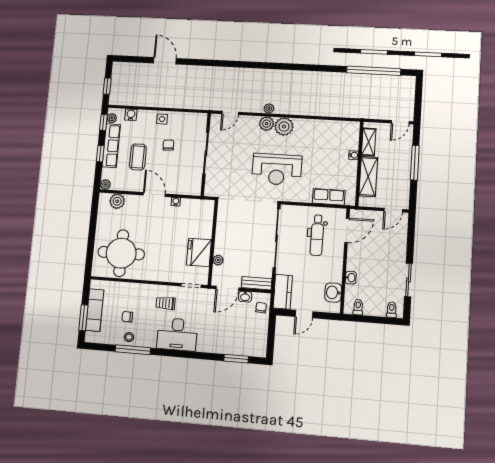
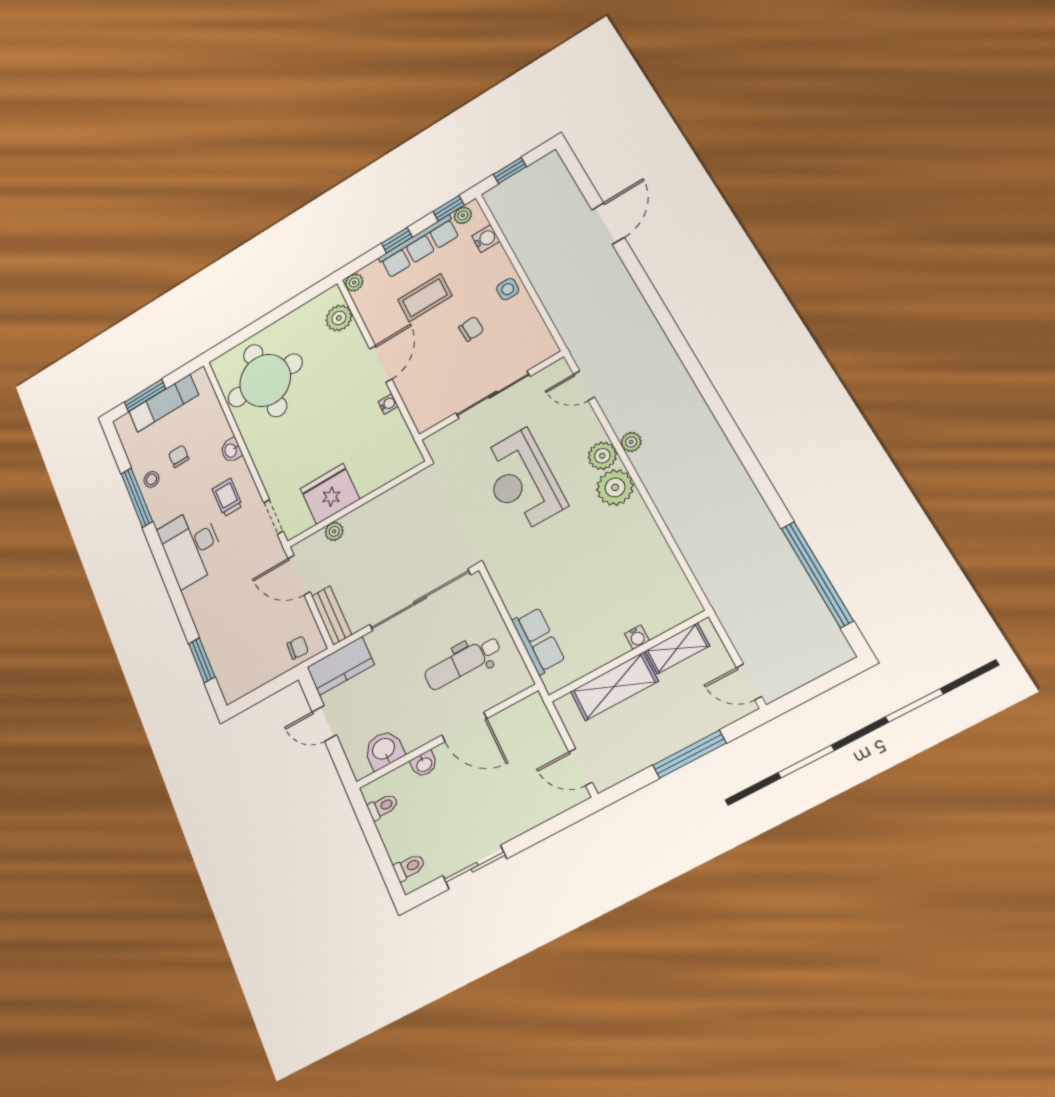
reception desk: (277, 169) -> (522, 481), moved
door: (347, 230) -> (464, 727), moved
washbasin: (245, 297) -> (231, 450), moved

